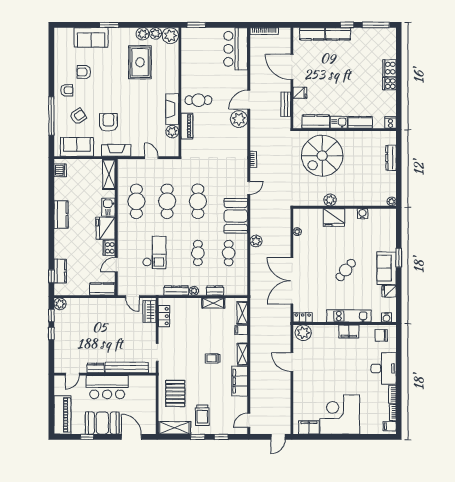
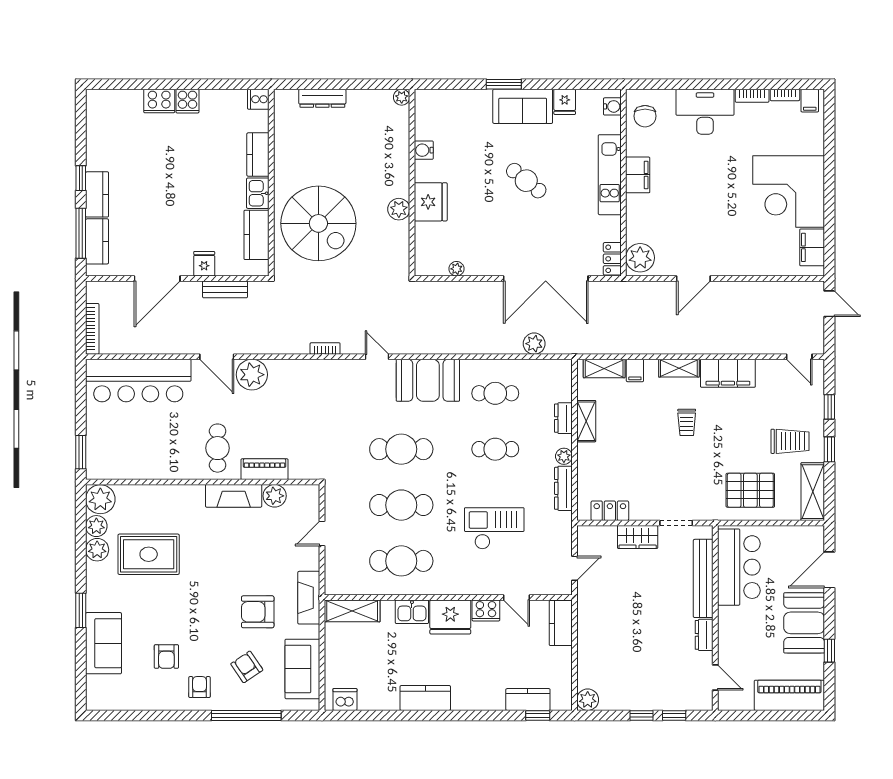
window: (376, 25) -> (81, 233), moved
bar counter: (236, 49) -> (138, 381), width x1.36
plant: (256, 241) -> (534, 344), moved
wardrobe: (150, 311) -> (638, 537), moved
window: (51, 316) -> (674, 715), moved
bar counter: (107, 387) -> (739, 567), moved

